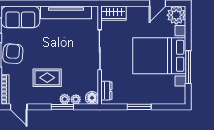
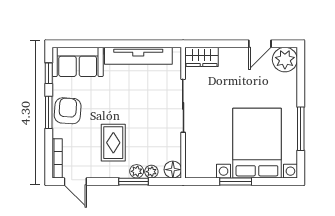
bed with nightstands: (159, 56) -> (257, 143), moved, turned 90
rug: (47, 78) -> (113, 143), turned 90
dresser: (106, 91) -> (192, 160), removed

